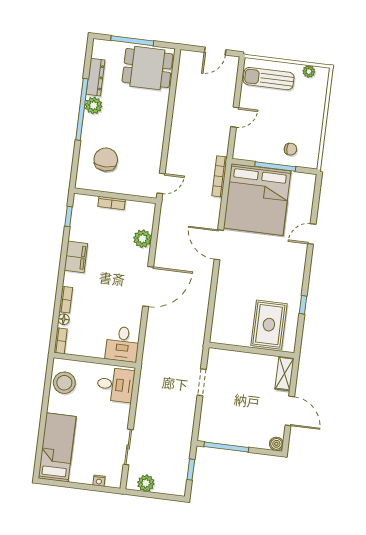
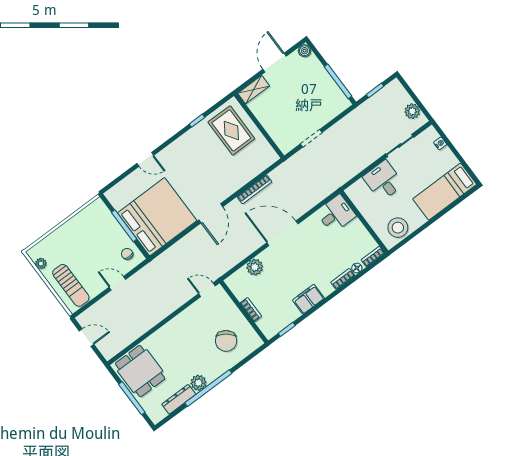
chair: (290, 149) -> (127, 254), moved
chair: (106, 159) -> (226, 341), turned -53
bookcase: (220, 176) -> (254, 189), moved
rug: (269, 325) -> (231, 130), turned 90
desk: (116, 385) -> (383, 181), moved

